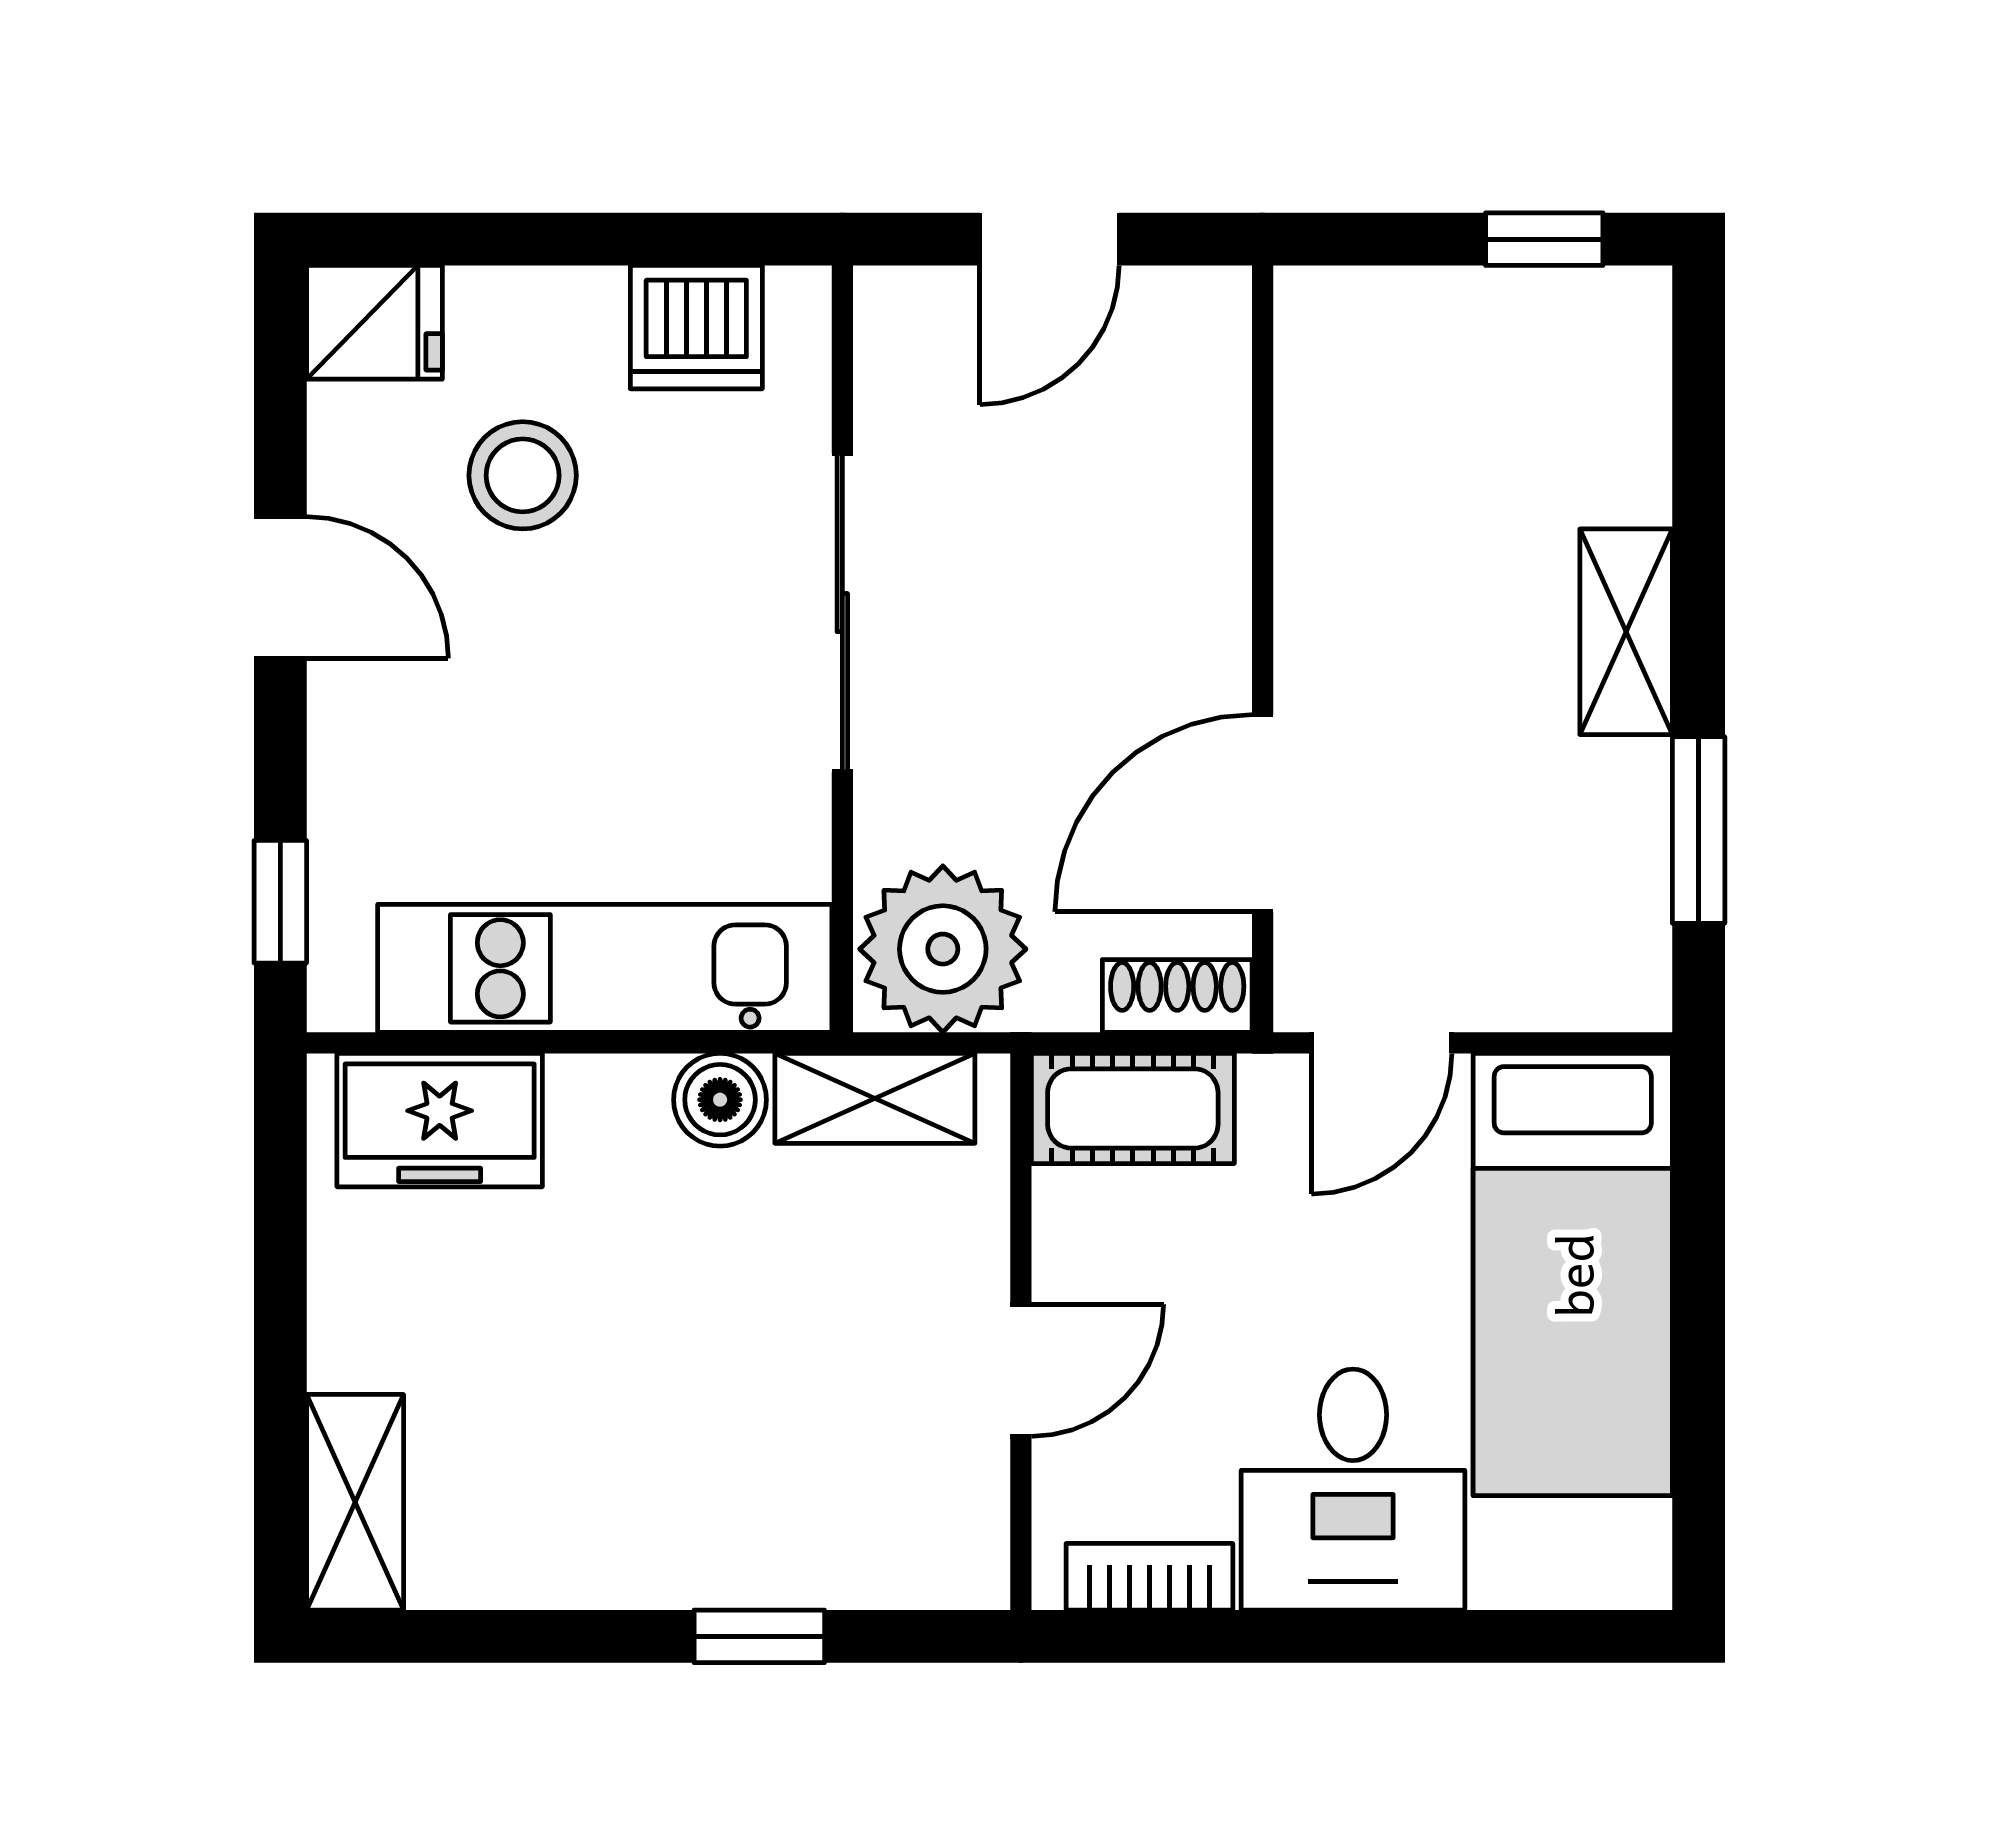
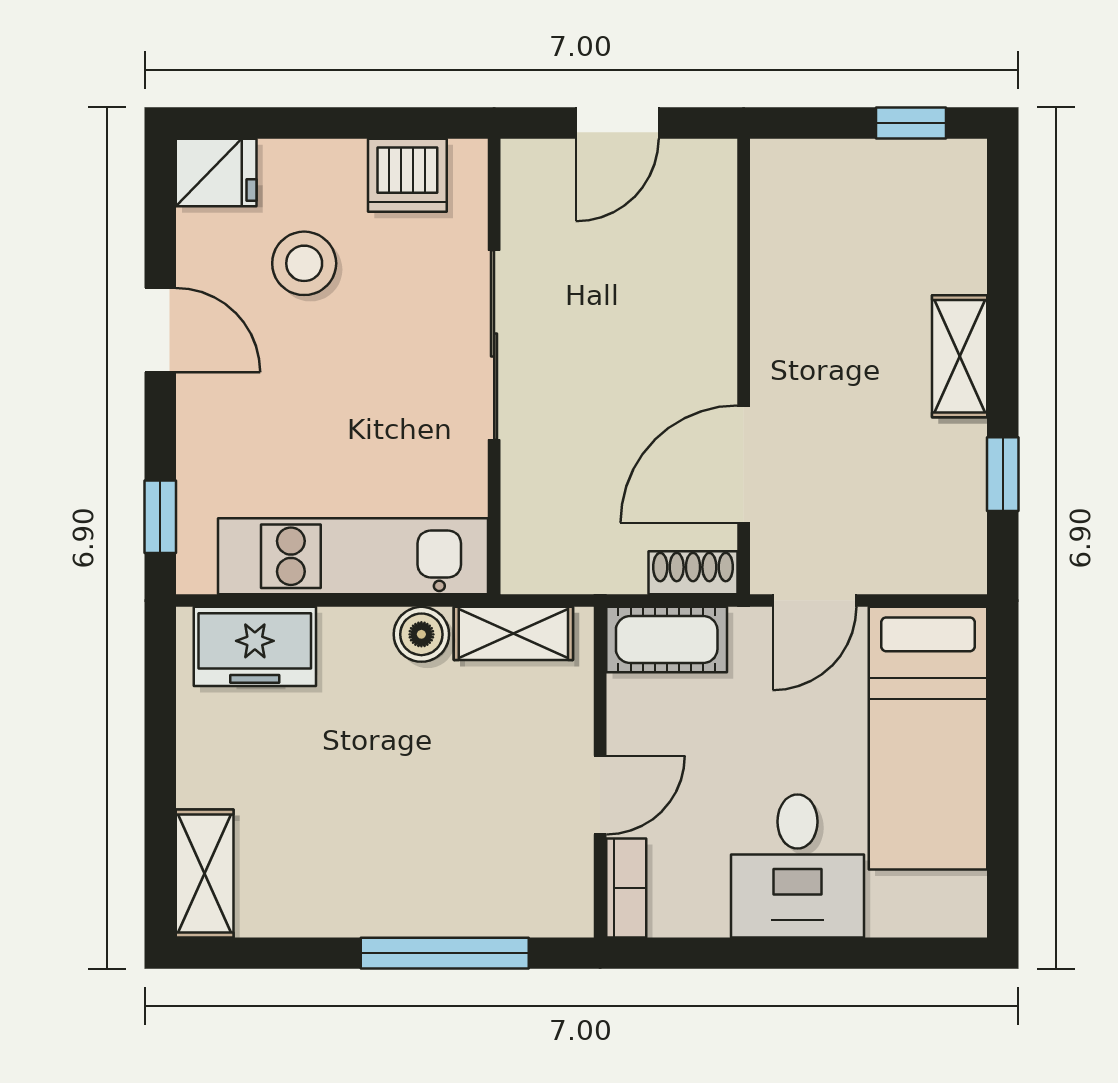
window: (1699, 830) -> (1003, 474), width x0.67
plant: (943, 949) -> (554, 545), removed
bookcase: (1149, 1577) -> (626, 888), moved, turned 90
window: (759, 1636) -> (445, 953), width x2.17

